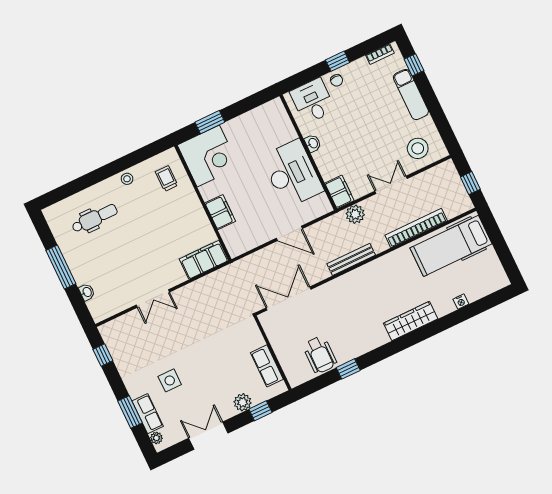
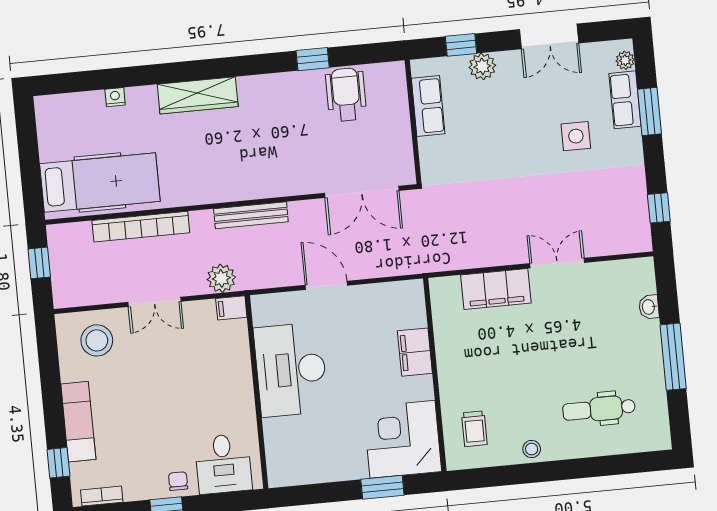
washbasin: (313, 143) -> (245, 403), removed
filing cabinet: (339, 192) -> (231, 308), width x0.50
filing cabinet: (204, 260) -> (496, 289), moved

